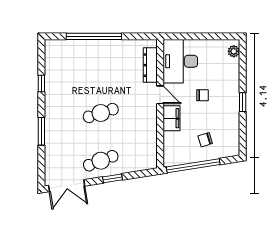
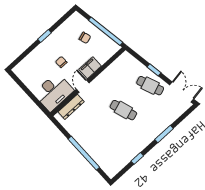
plant: (234, 51) -> (21, 67), removed

